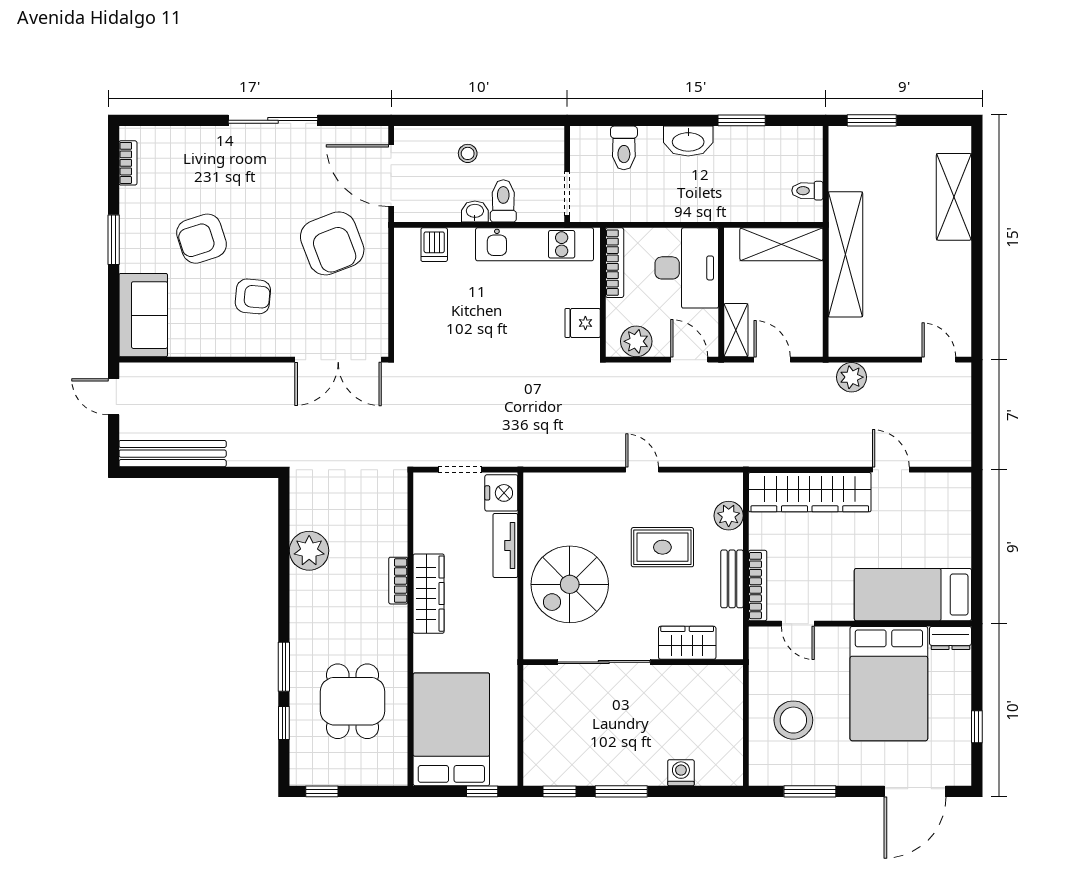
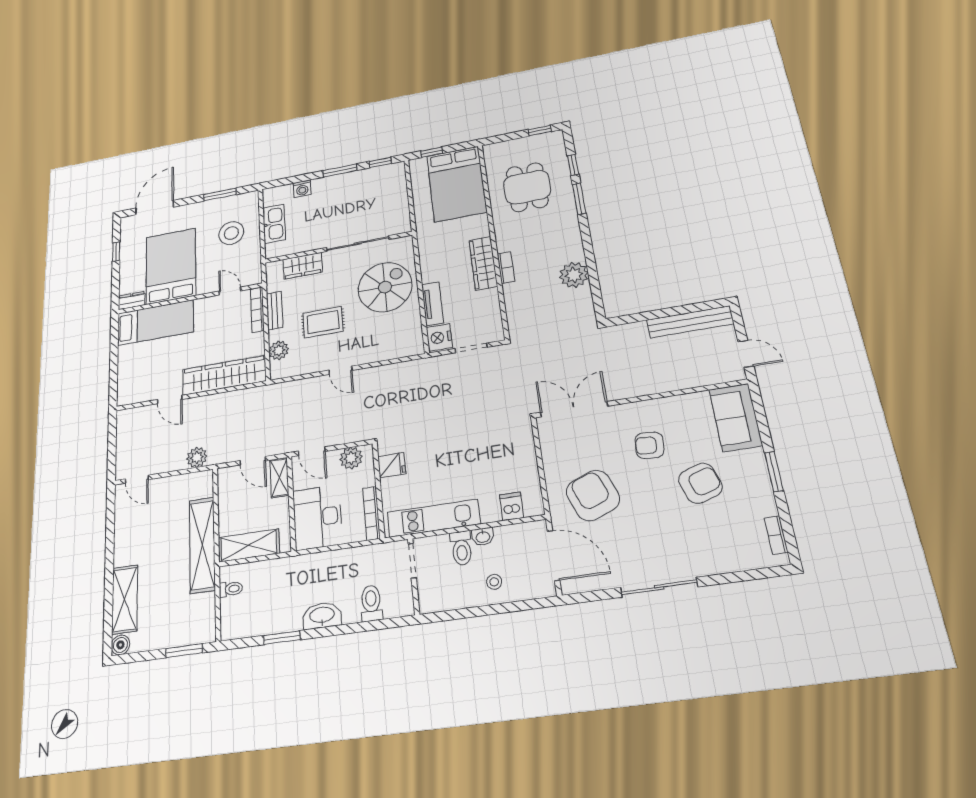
boiler: (959, 139) -> (120, 645), added
kitchen sink: (727, 722) -> (274, 224), added

